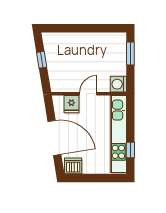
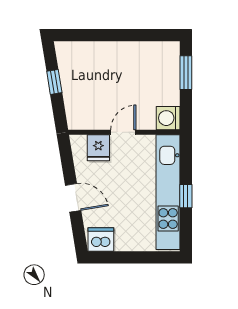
door: (54, 138) -> (73, 198), width x0.53
window: (130, 150) -> (186, 196), moved

